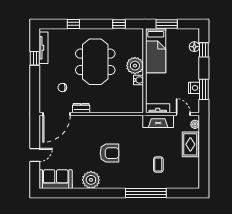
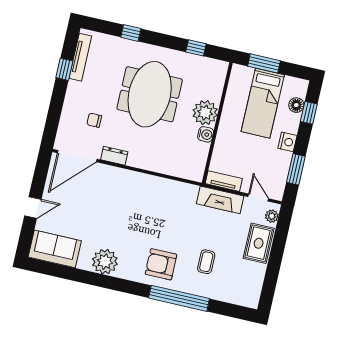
bed: (156, 51) -> (263, 103), moved
nightstand: (194, 88) -> (287, 142), moved
armchair: (109, 153) -> (161, 264), moved, turned 180

